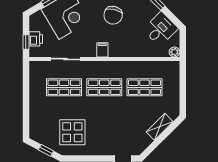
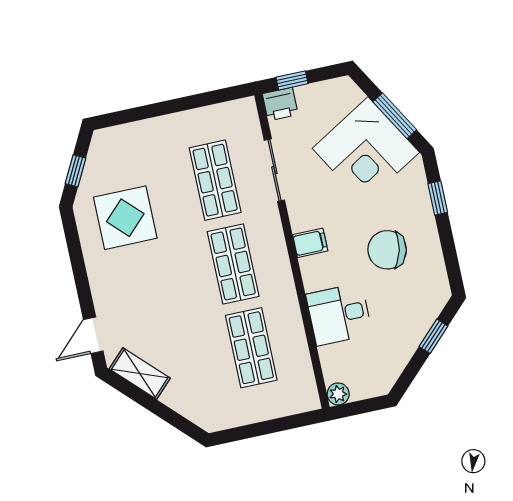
desk: (160, 29) -> (339, 314), moved, turned 135
printer: (36, 39) -> (280, 104), moved
shelving: (160, 127) -> (140, 374), moved

